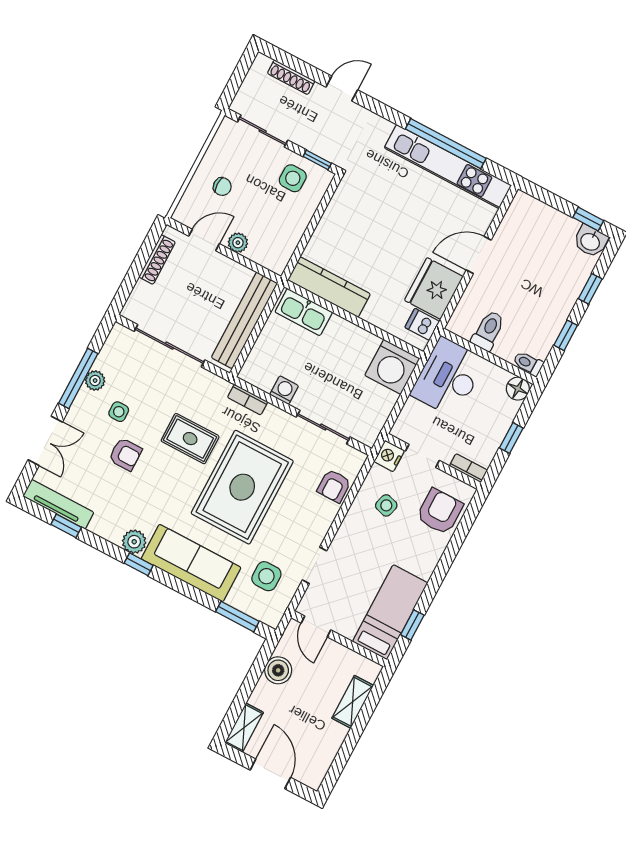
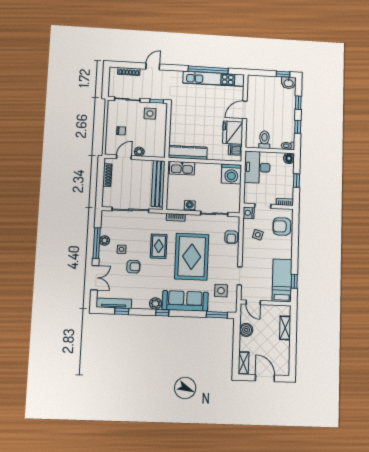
rug: (190, 439) -> (159, 246), turned 90
armchair: (440, 511) -> (282, 226), turned -90

